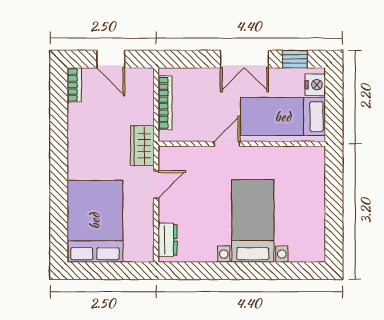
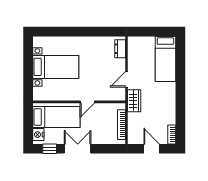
bed: (95, 221) -> (165, 59), width x0.67
bed with nightstands: (253, 221) -> (56, 67), moved, turned -90

